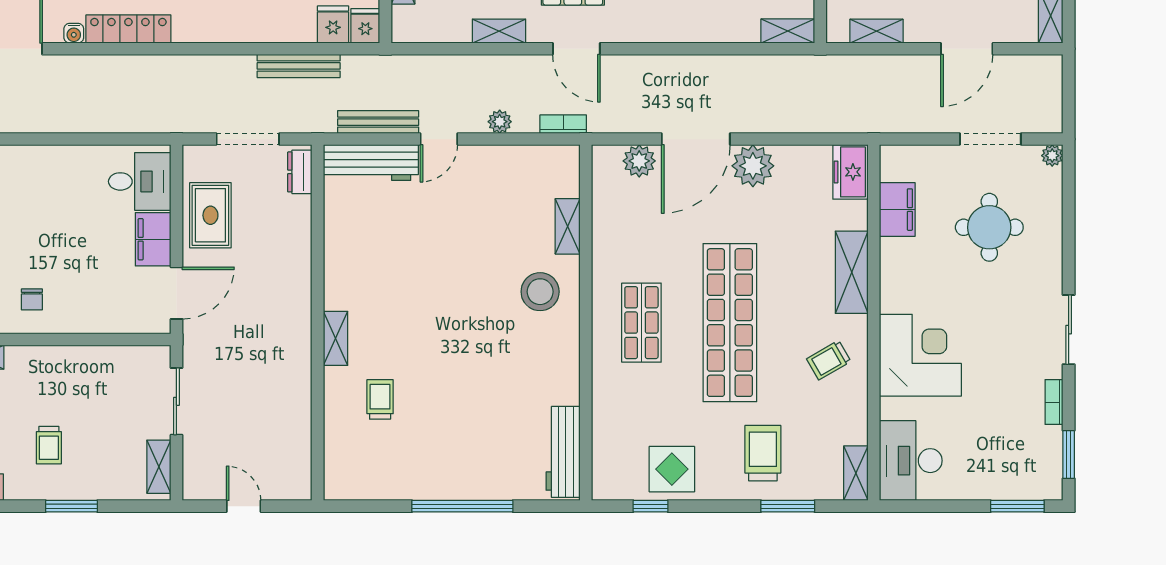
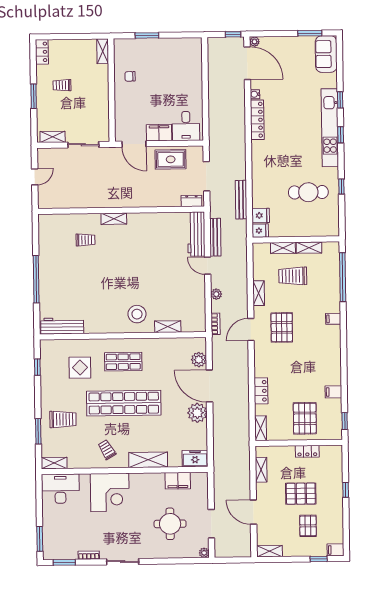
locker: (708, 29) -> (261, 391), added
display table: (672, 469) -> (80, 368), moved

